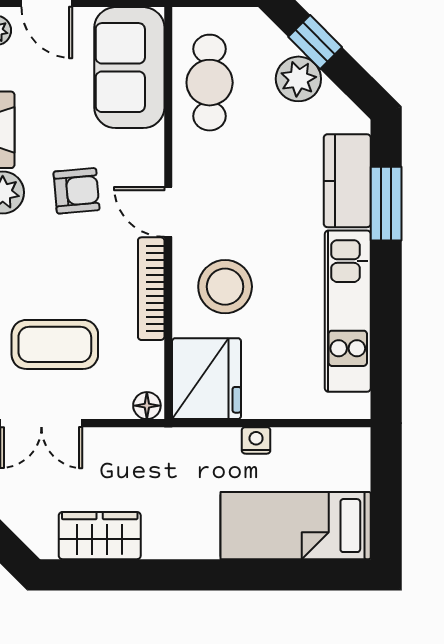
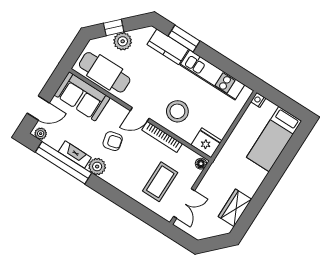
cafe table: (210, 83) -> (105, 72), width x1.37, depth x1.35
armchair: (77, 191) -> (113, 141), turned 81
fridge: (207, 379) -> (206, 143), width x0.73, depth x0.75
nightstand: (256, 440) -> (258, 100), moved

